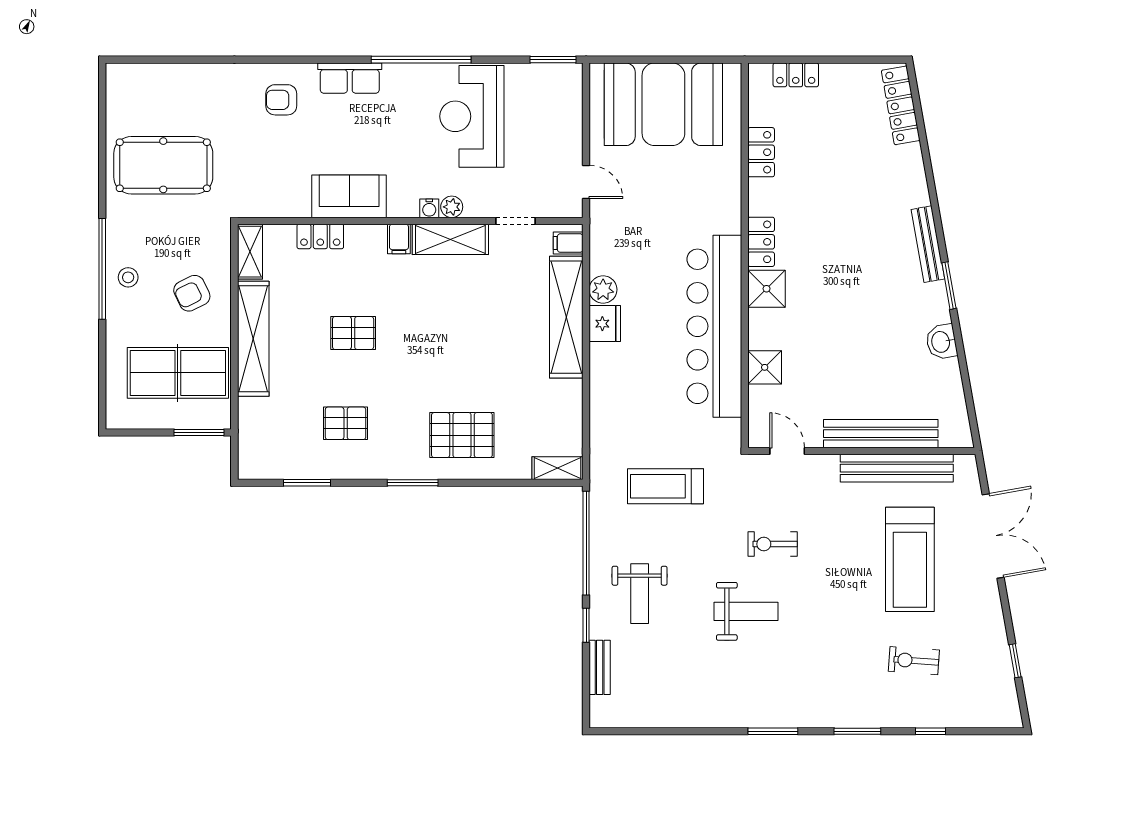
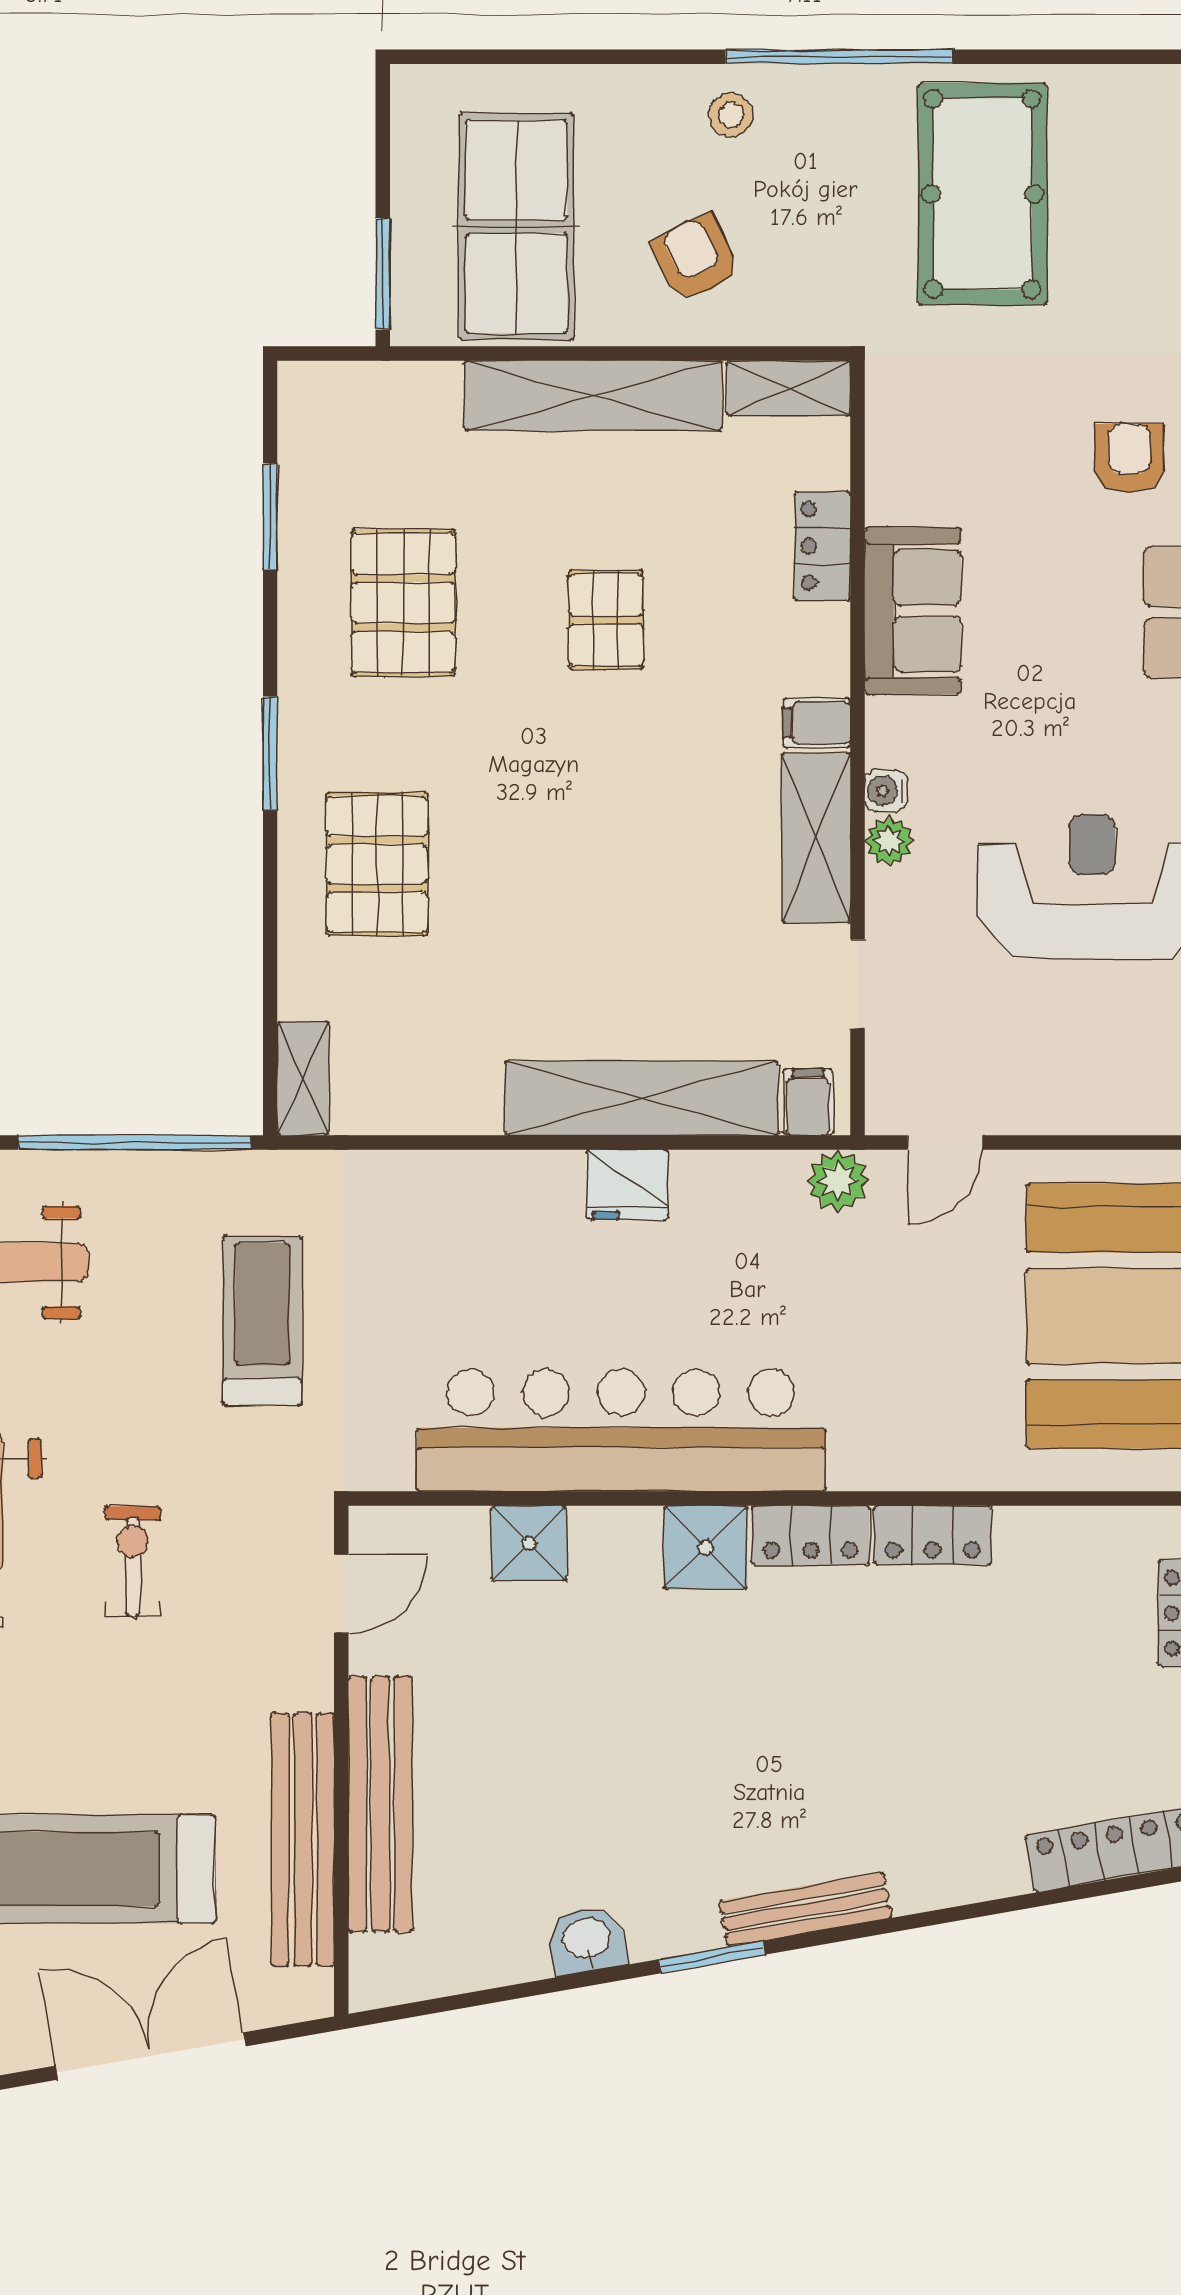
locker: (761, 152) -> (933, 1535), moved
window: (102, 269) -> (839, 57), moved
plant: (603, 290) -> (838, 1181), moved
pallet: (346, 423) -> (403, 603), width x1.50, depth x1.42
double door: (993, 536) -> (151, 2056), swing flipped

